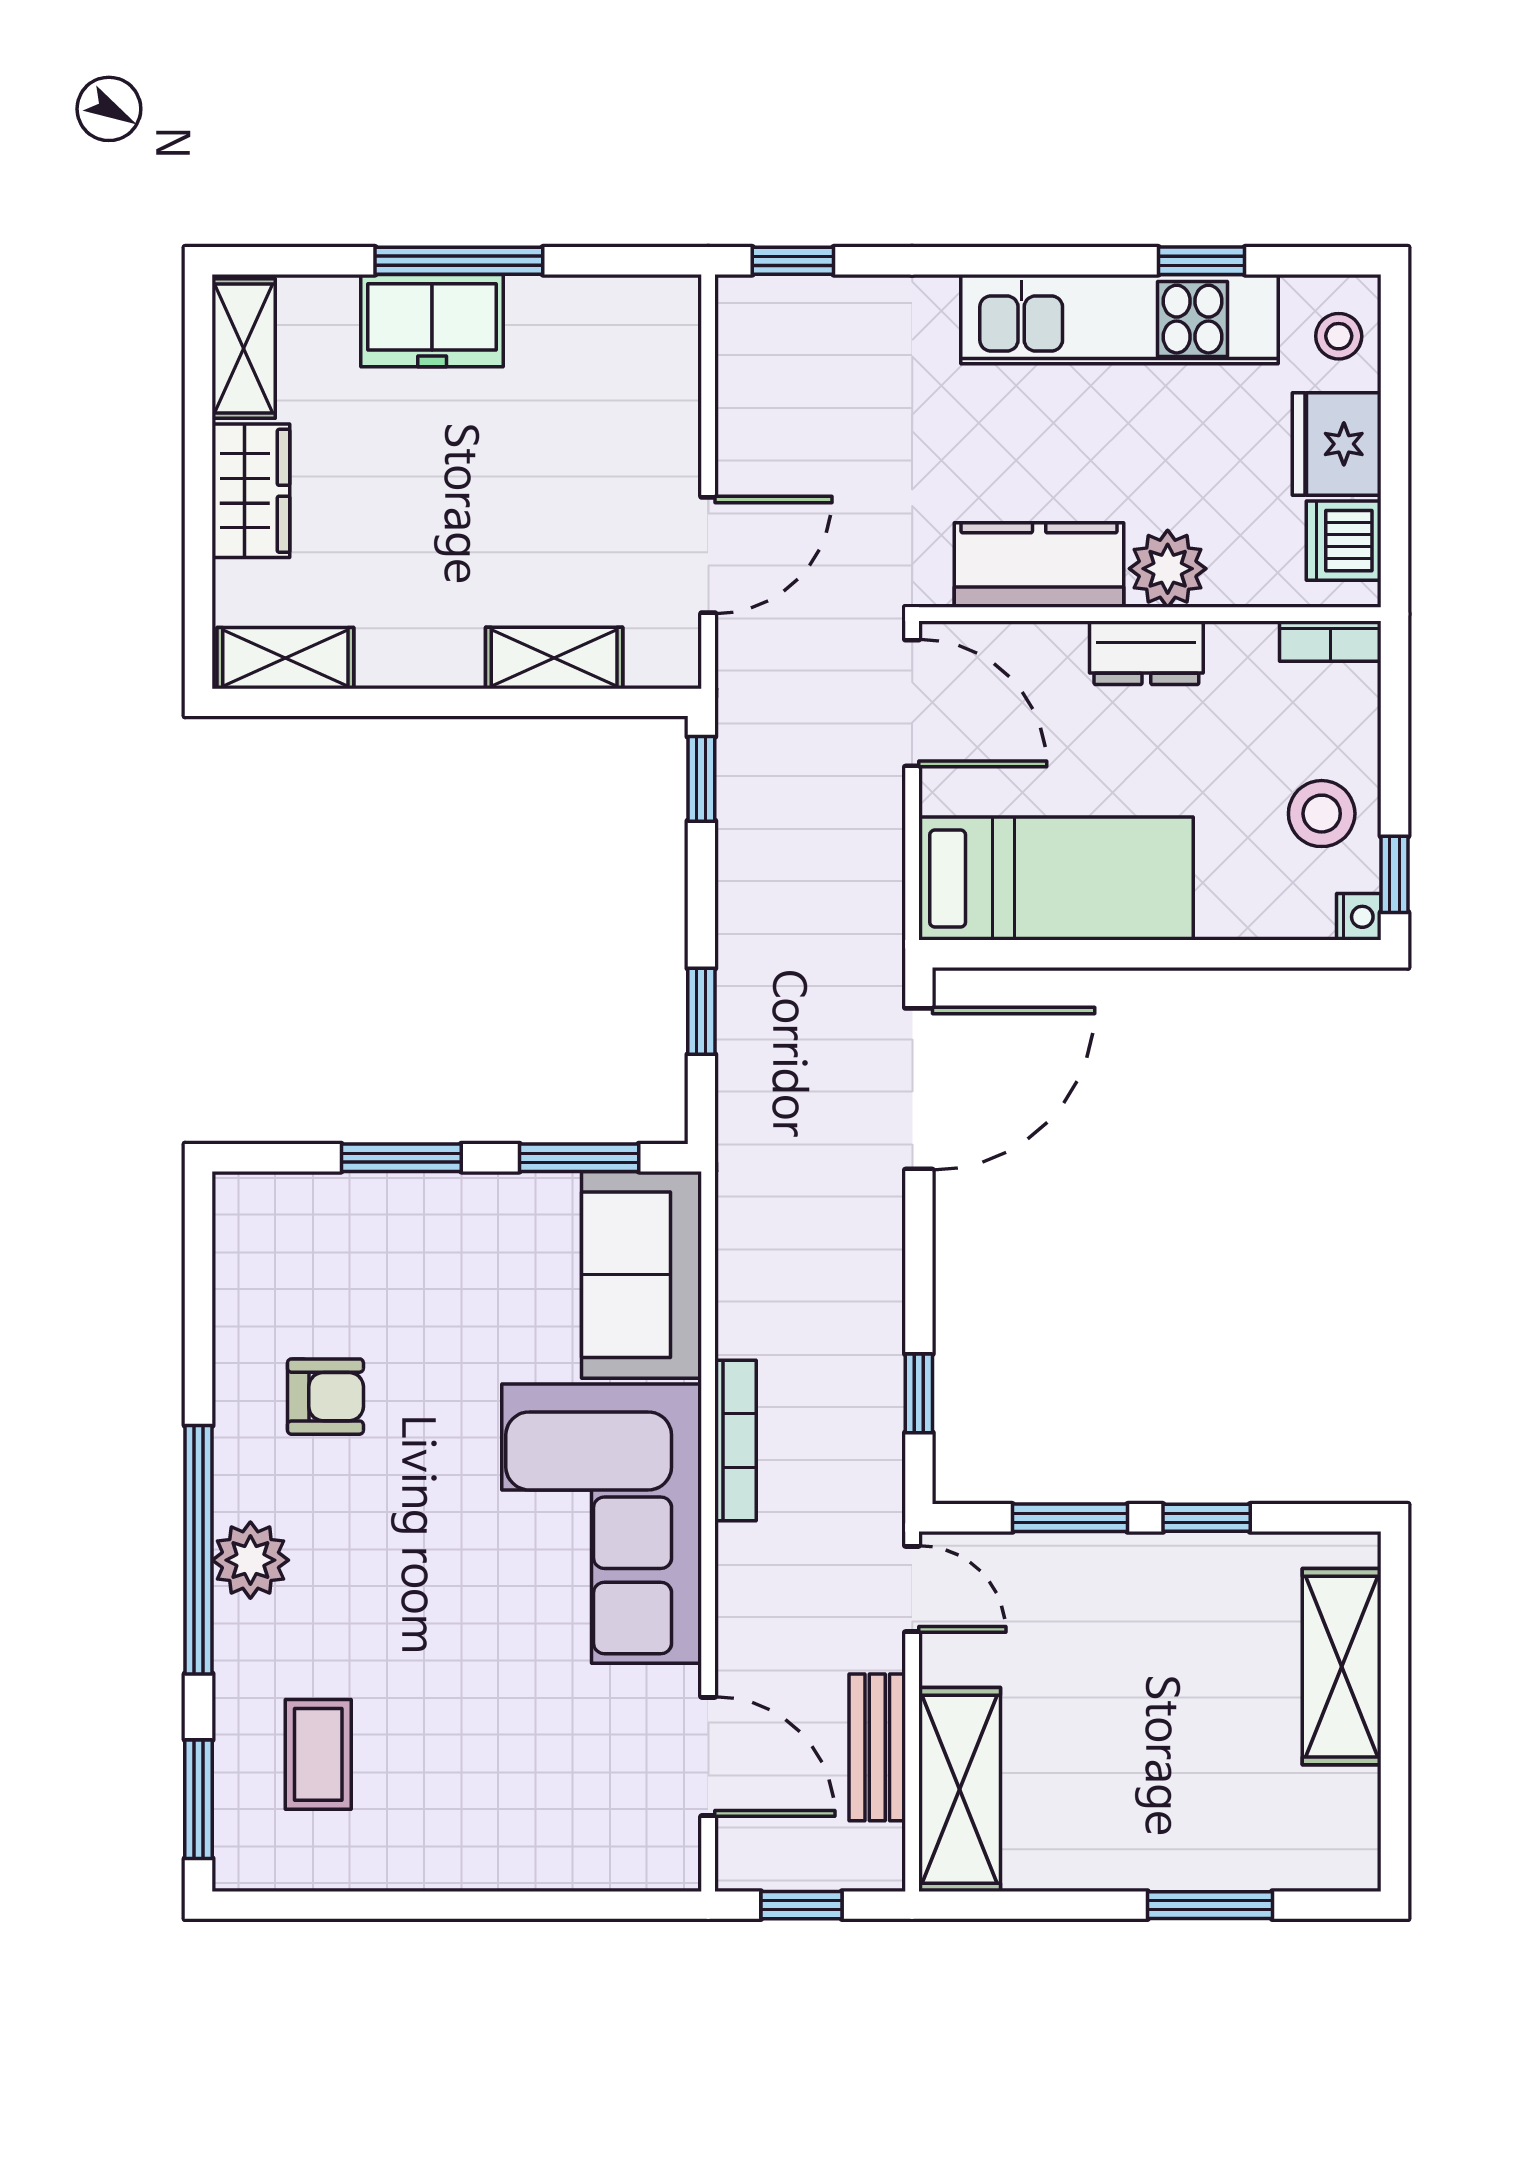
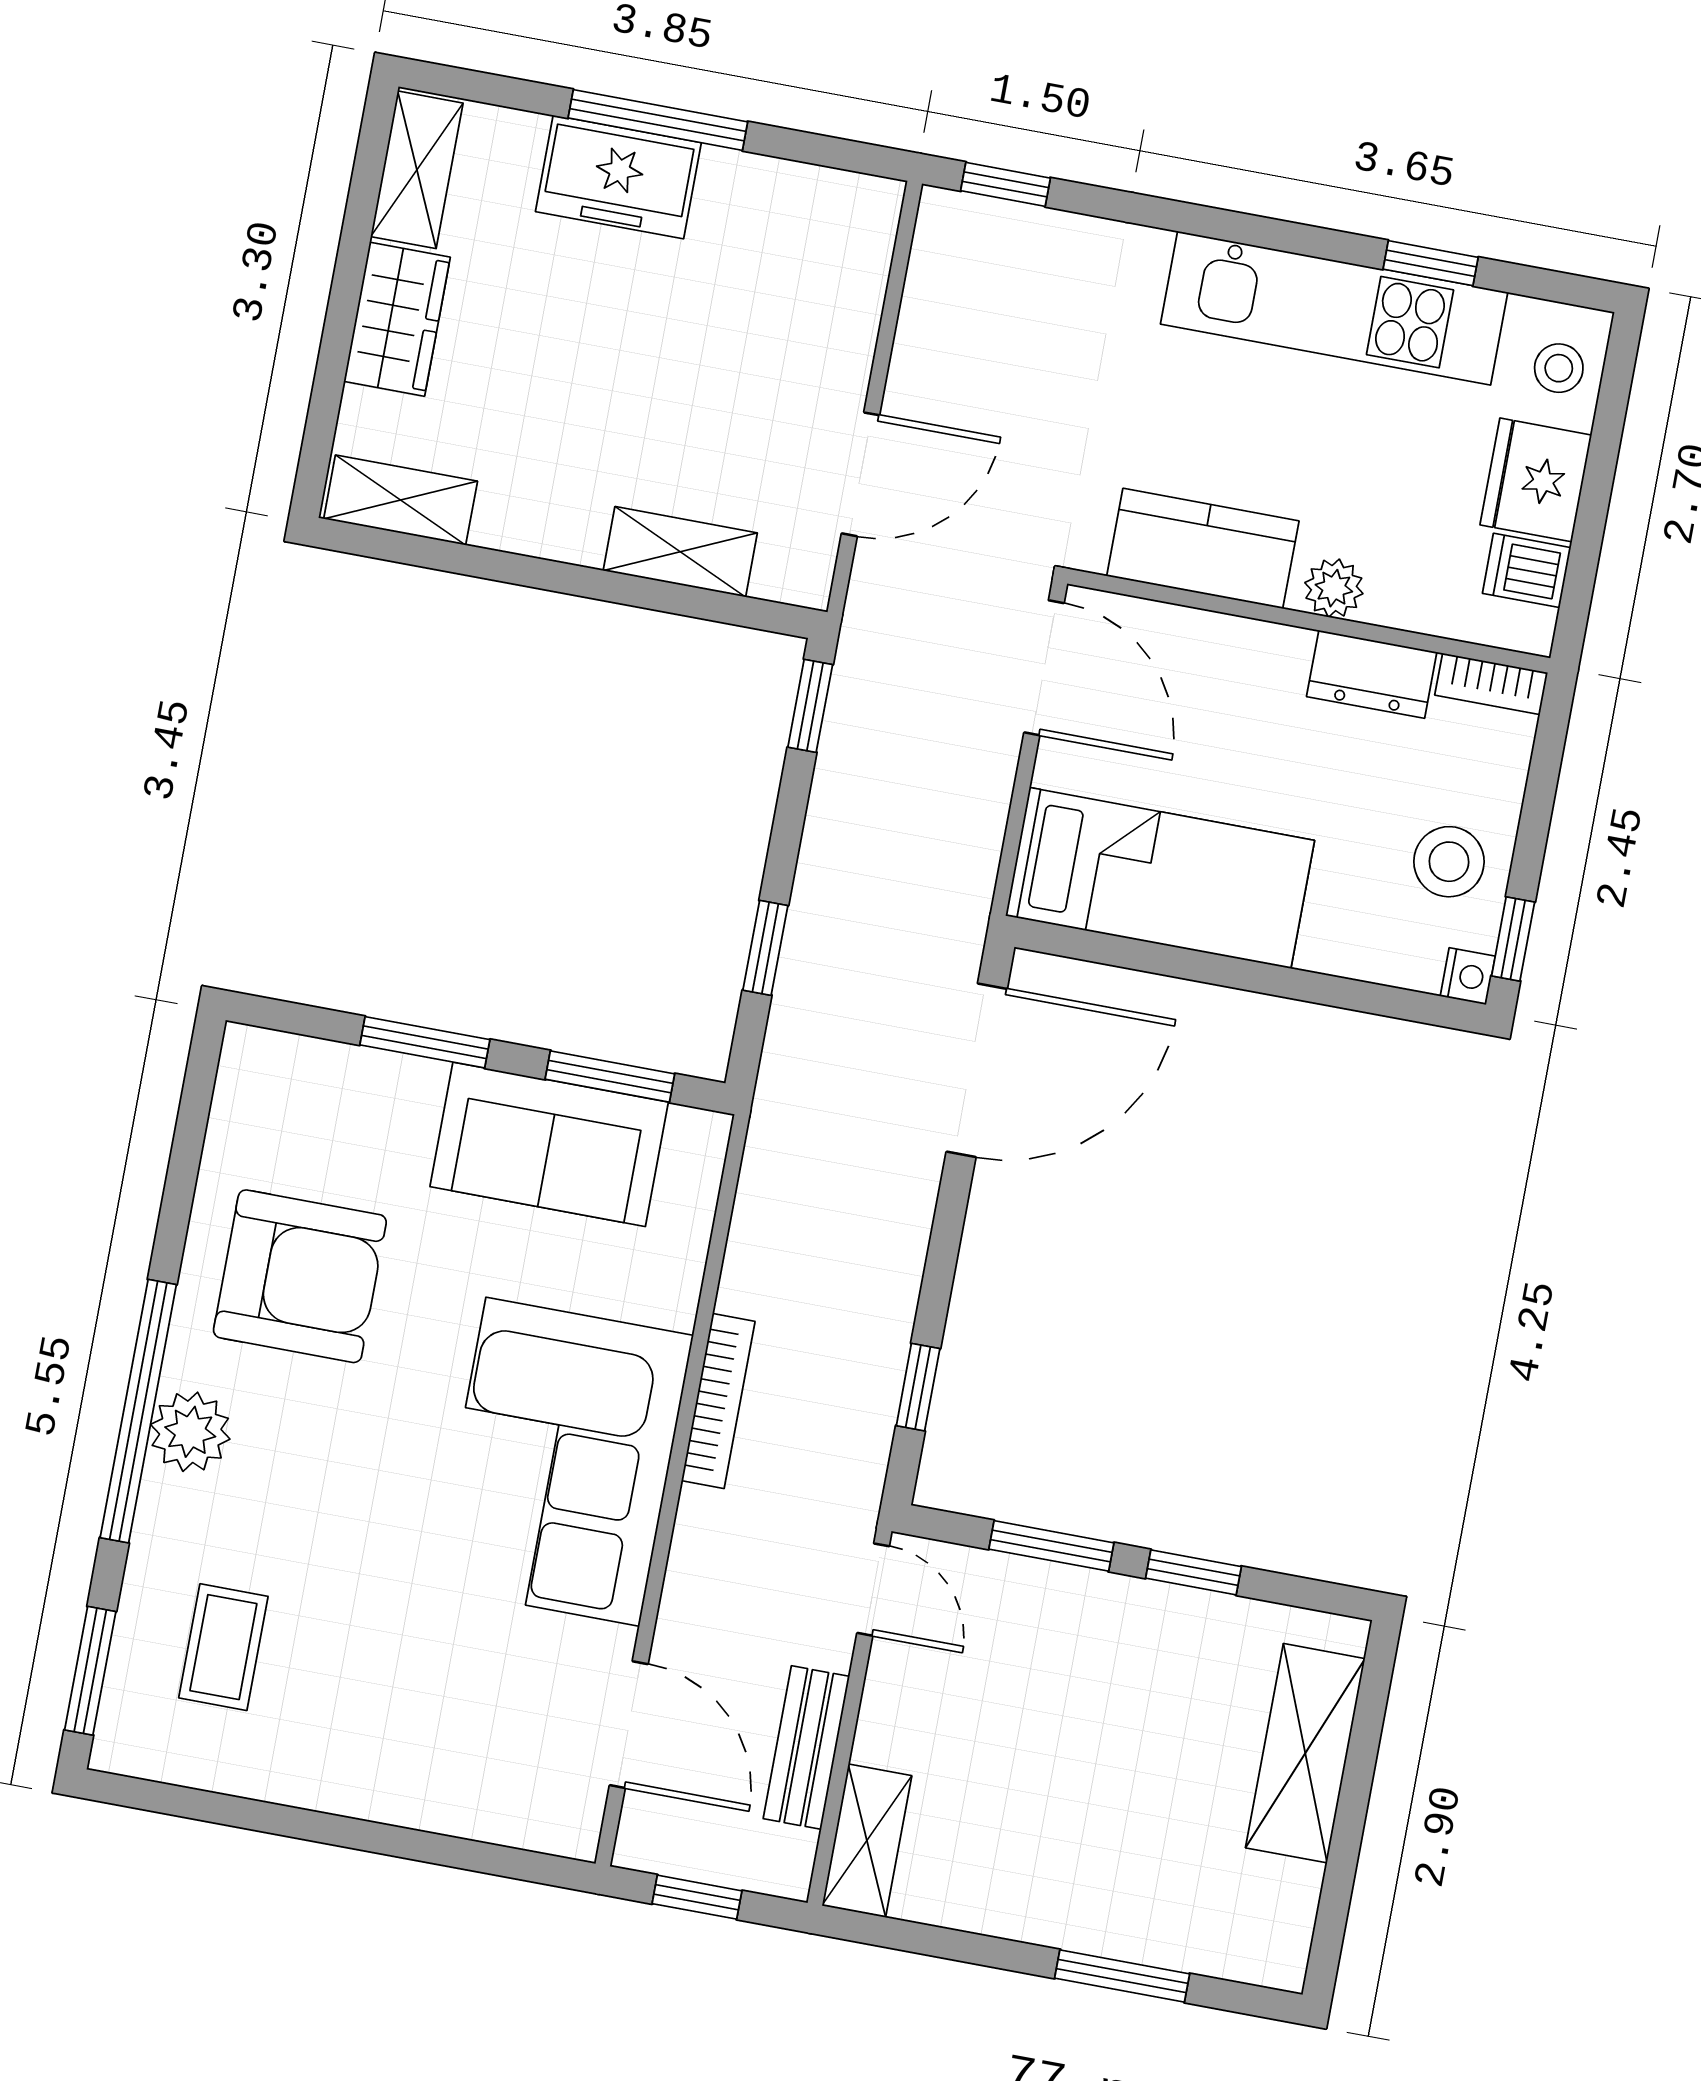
dishwasher: (1344, 541) -> (1527, 570), width x0.73
plant: (1168, 569) -> (1334, 588), width x0.73, depth x0.73
dresser: (1146, 653) -> (1372, 674), moved
sofa: (642, 1275) -> (549, 1144), moved, turned -90
armchair: (325, 1397) -> (300, 1276), width x1.88, depth x1.88
shelving: (960, 1789) -> (867, 1841), width x0.67, depth x0.75

